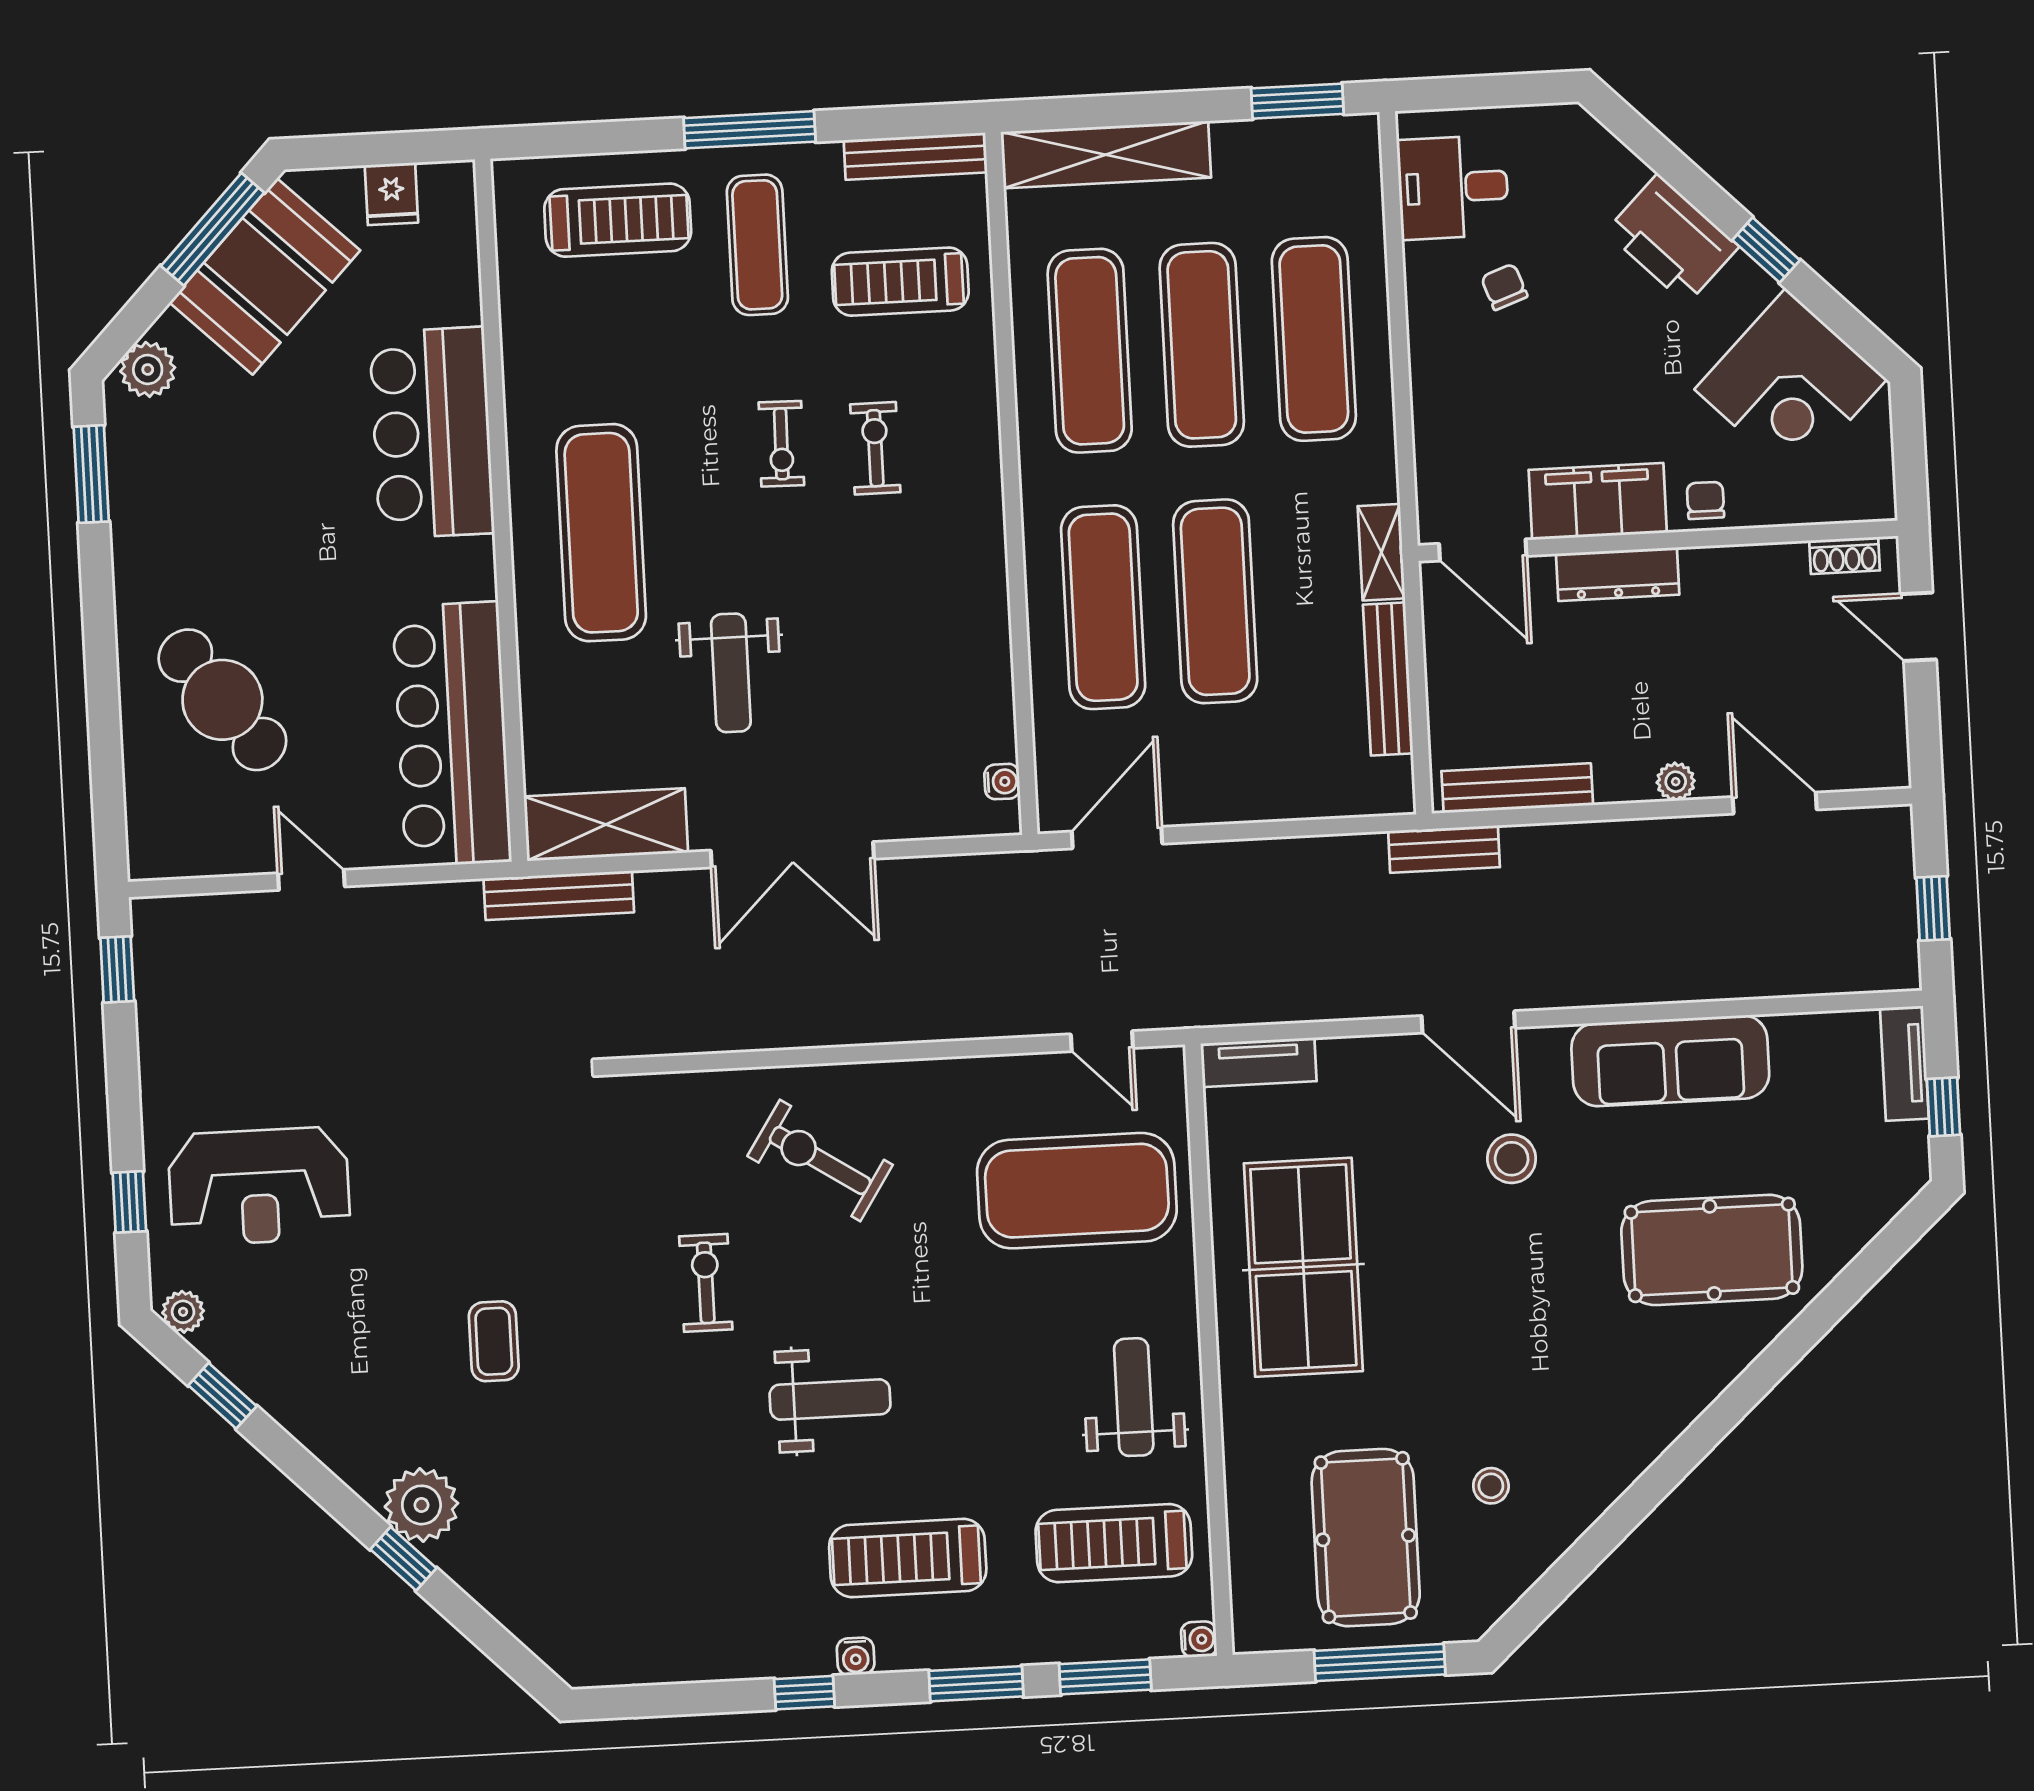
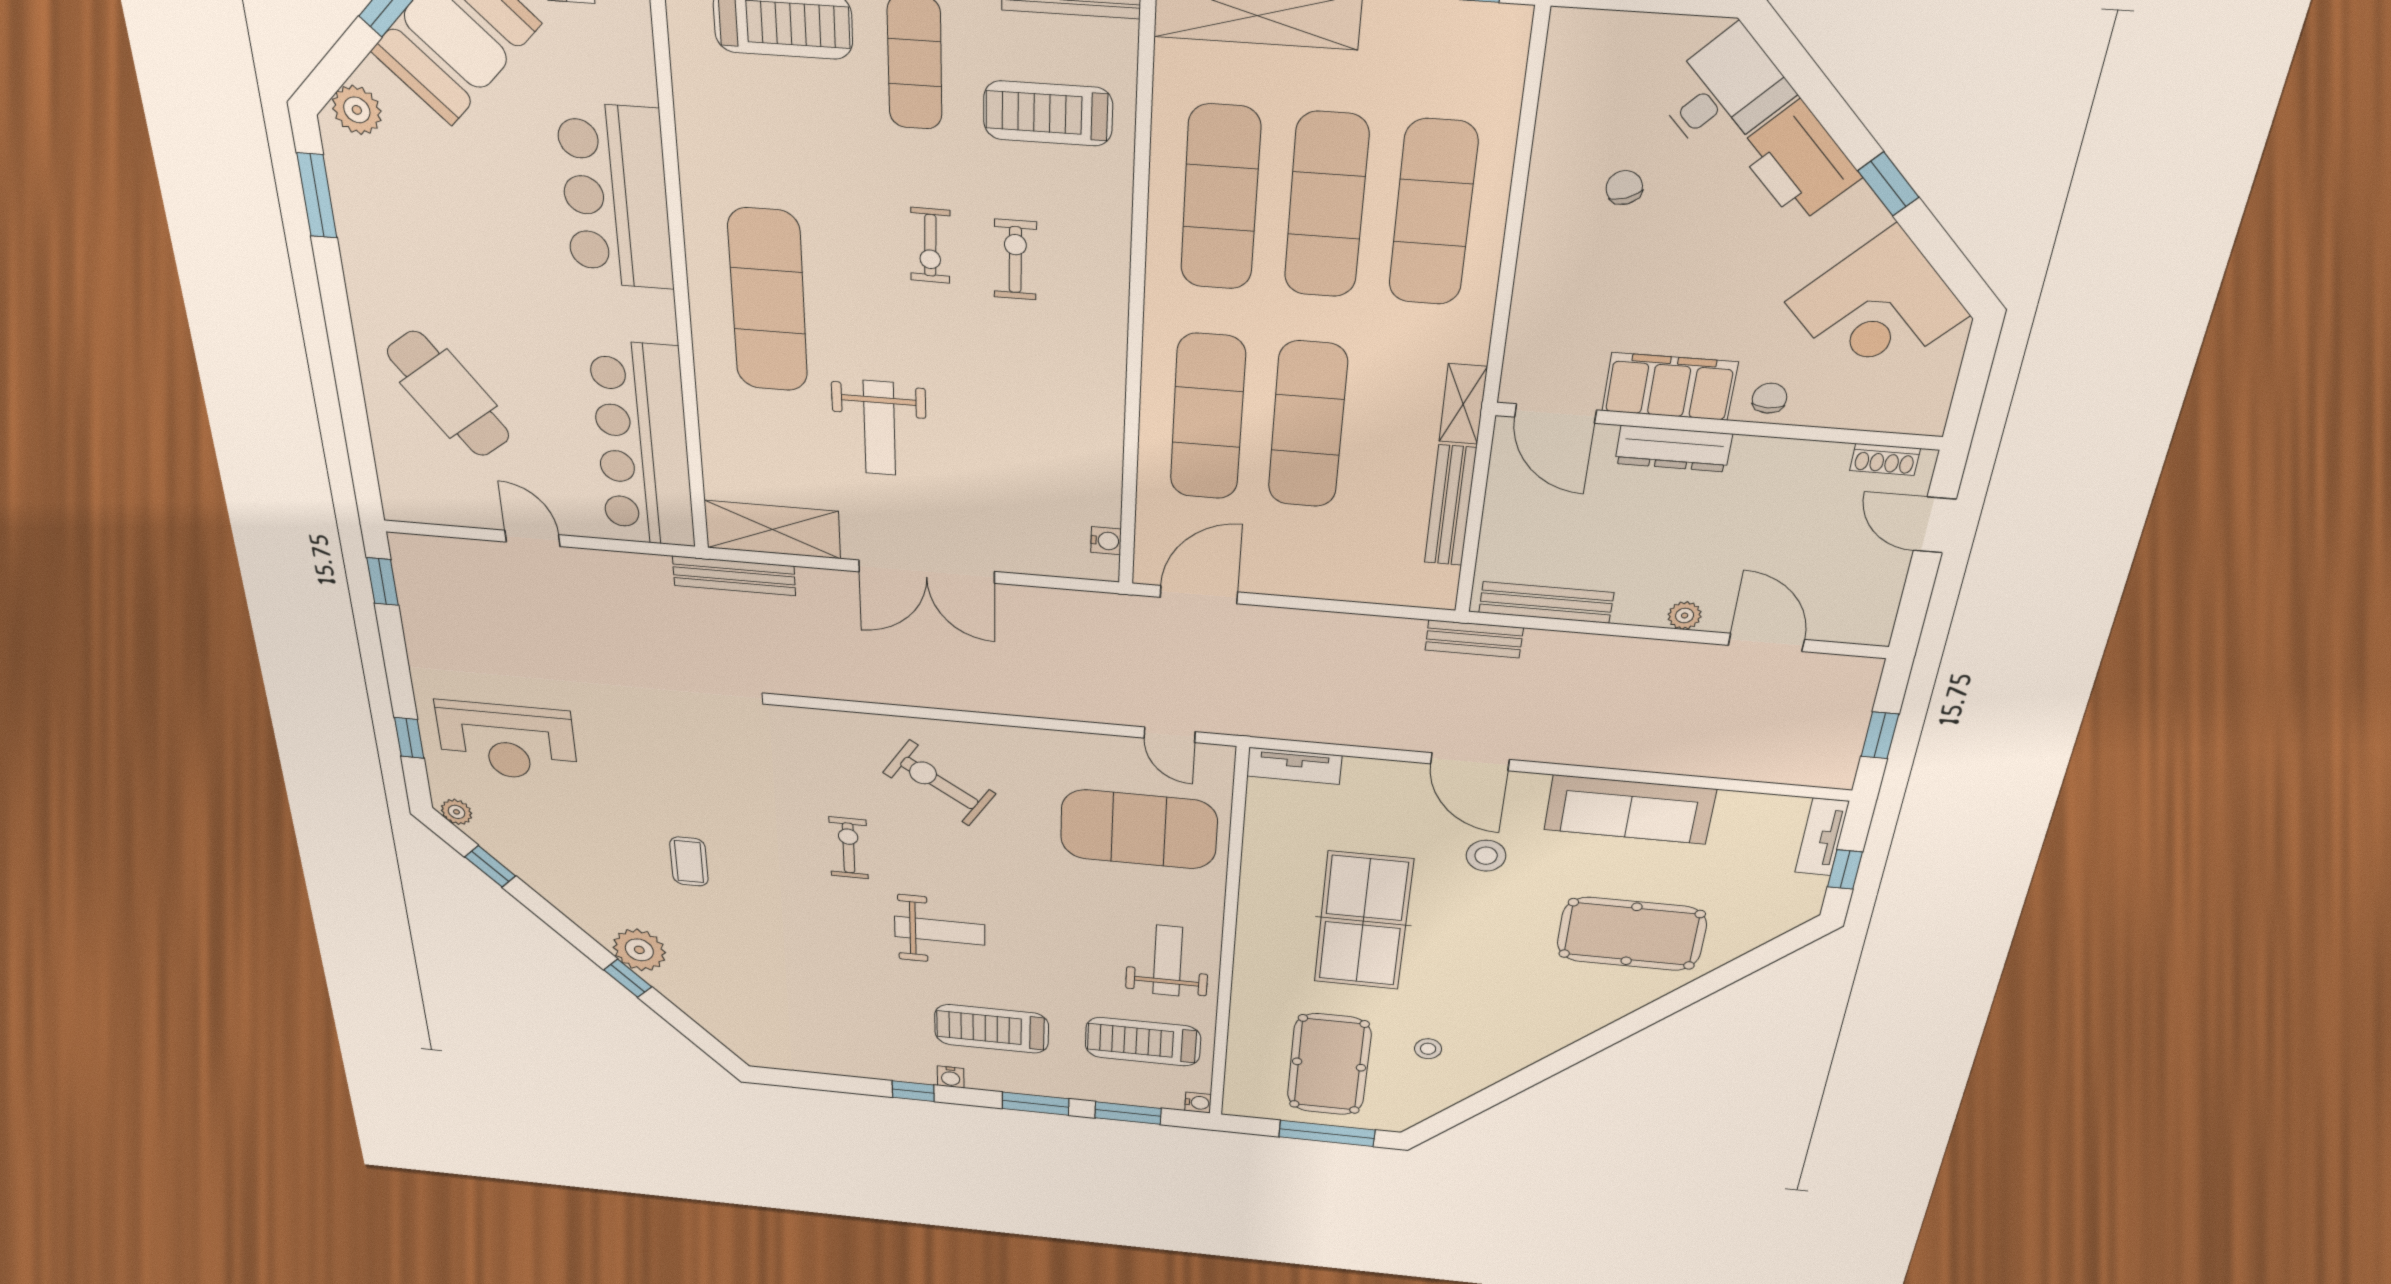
desk: (1453, 187) -> (1723, 92), moved, turned 135
table tennis table: (1303, 1267) -> (1363, 921), moved

